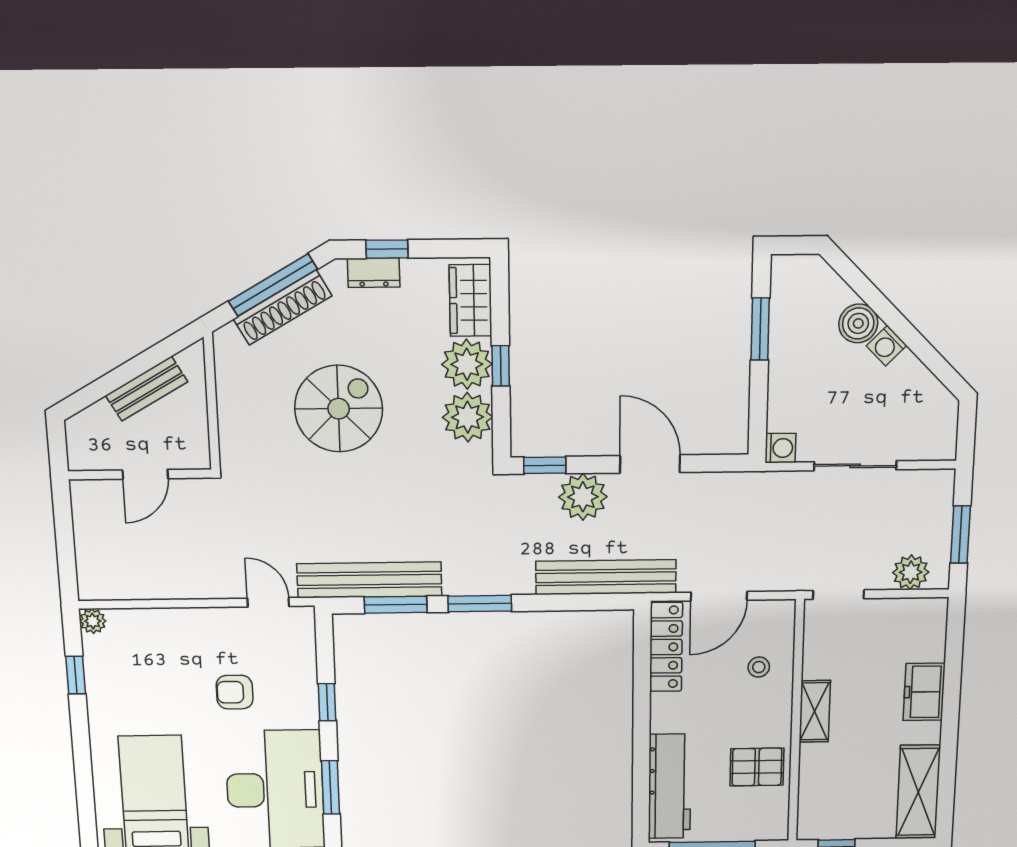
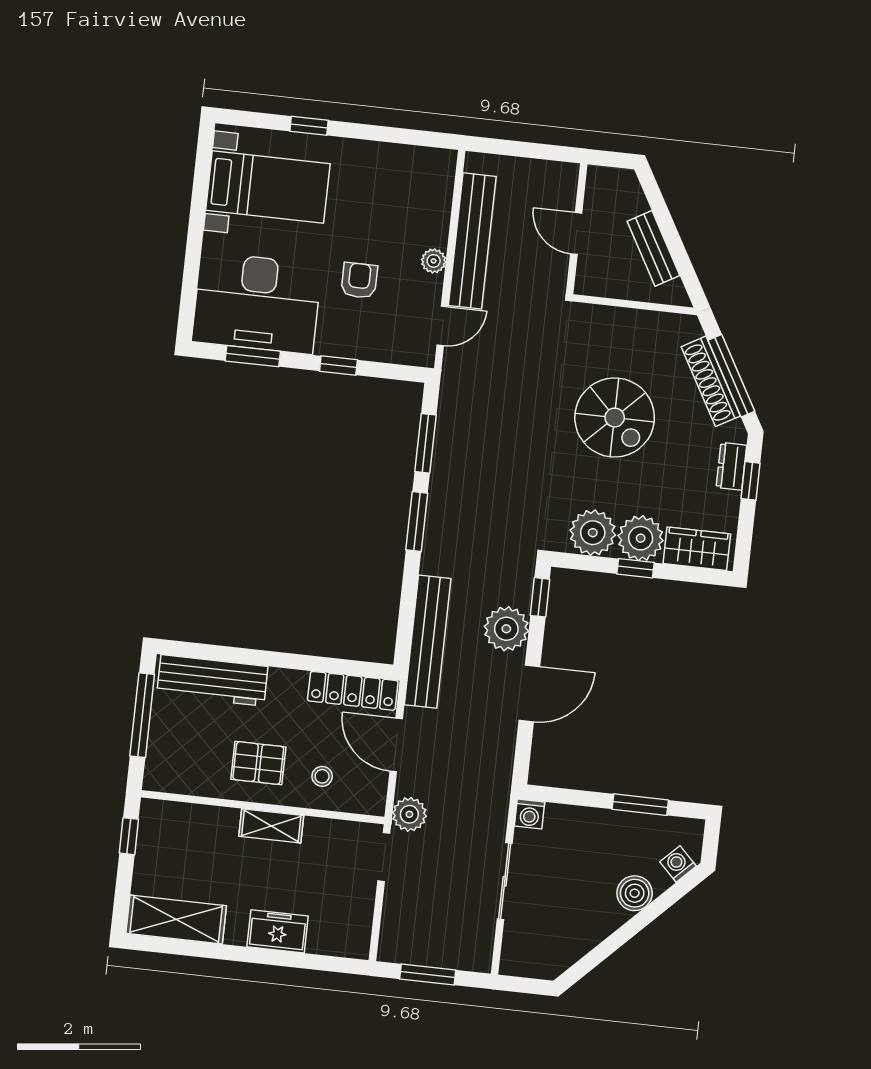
washing machine: (887, 346) -> (678, 864), moved
plant: (911, 572) -> (409, 814), moved
bench: (369, 580) -> (472, 241), moved
plant: (93, 621) -> (434, 261), moved
window: (76, 675) -> (309, 126), moved
pallet: (757, 767) -> (258, 763), moved, turned 90

